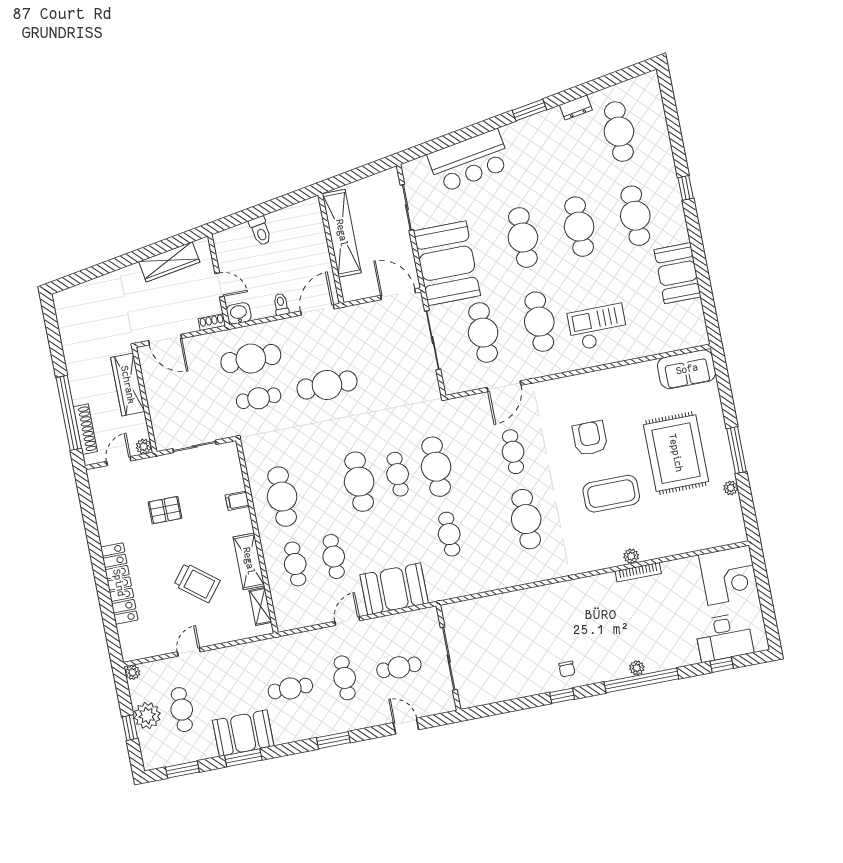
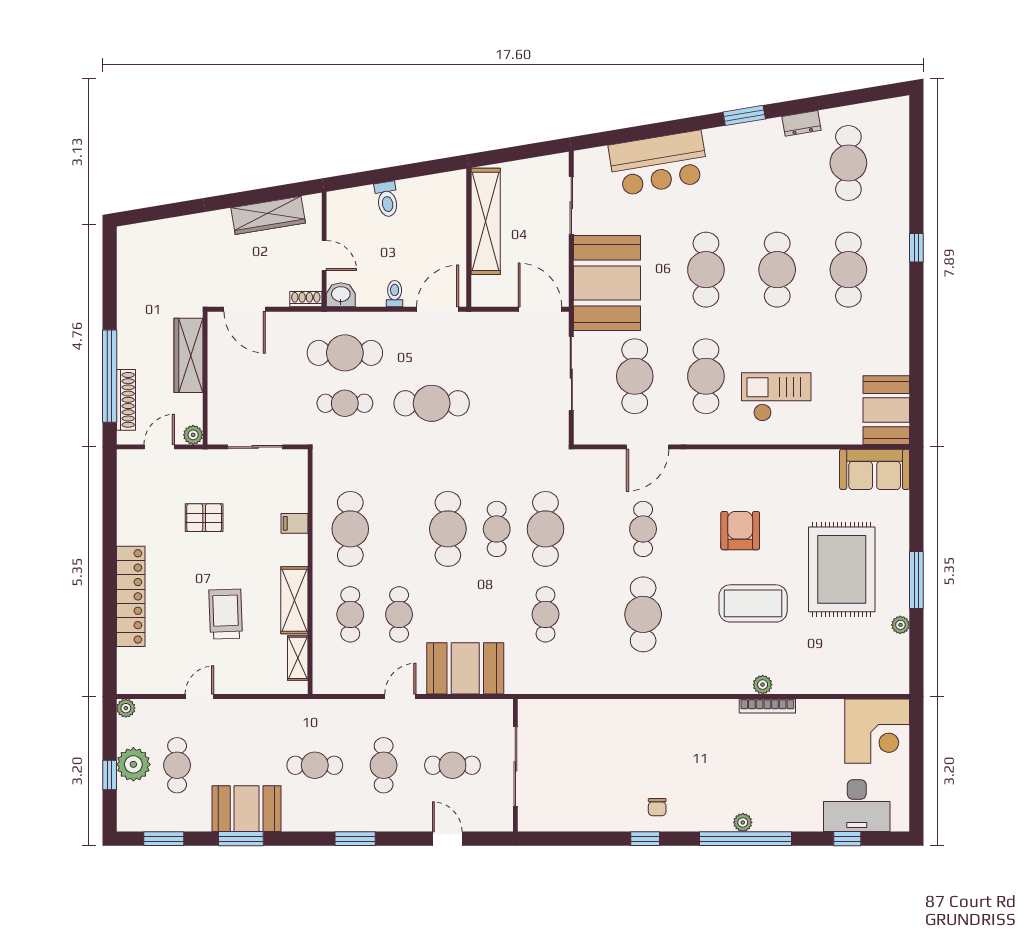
booth: (678, 273) -> (886, 410), moved
trolley: (197, 583) -> (226, 614), turned -130

